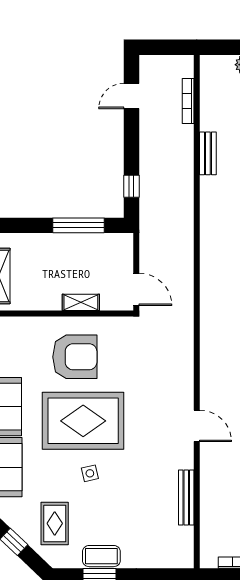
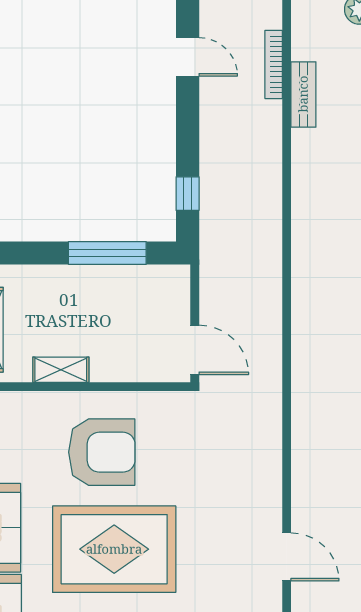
door: (131, 96) -> (188, 57), swing flipped
bench: (208, 153) -> (303, 94), moved
shelving: (81, 302) -> (61, 370), moved

